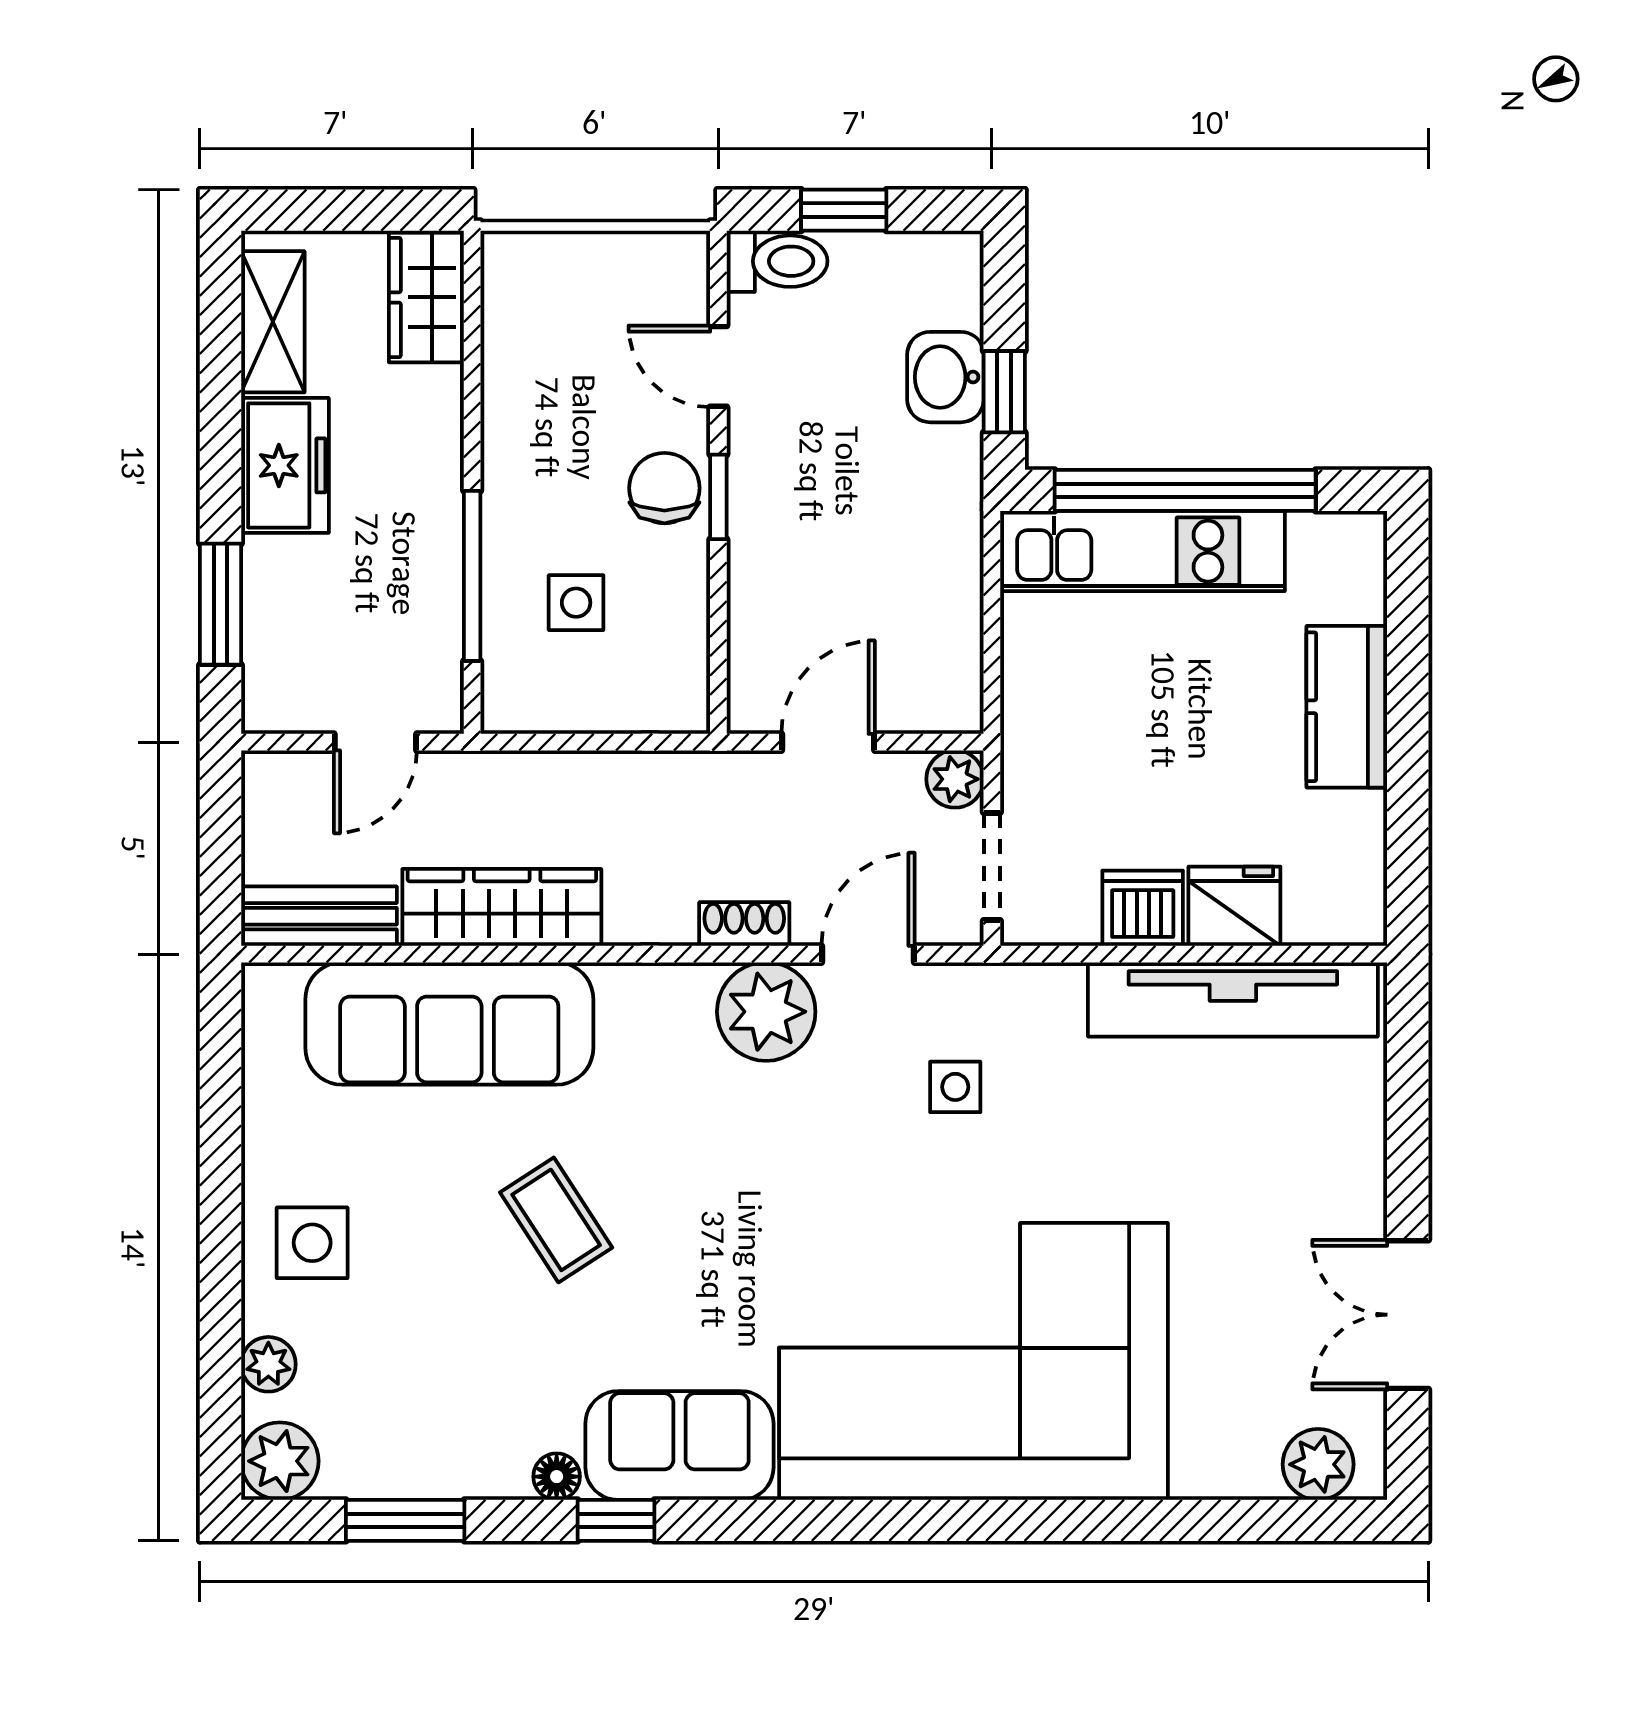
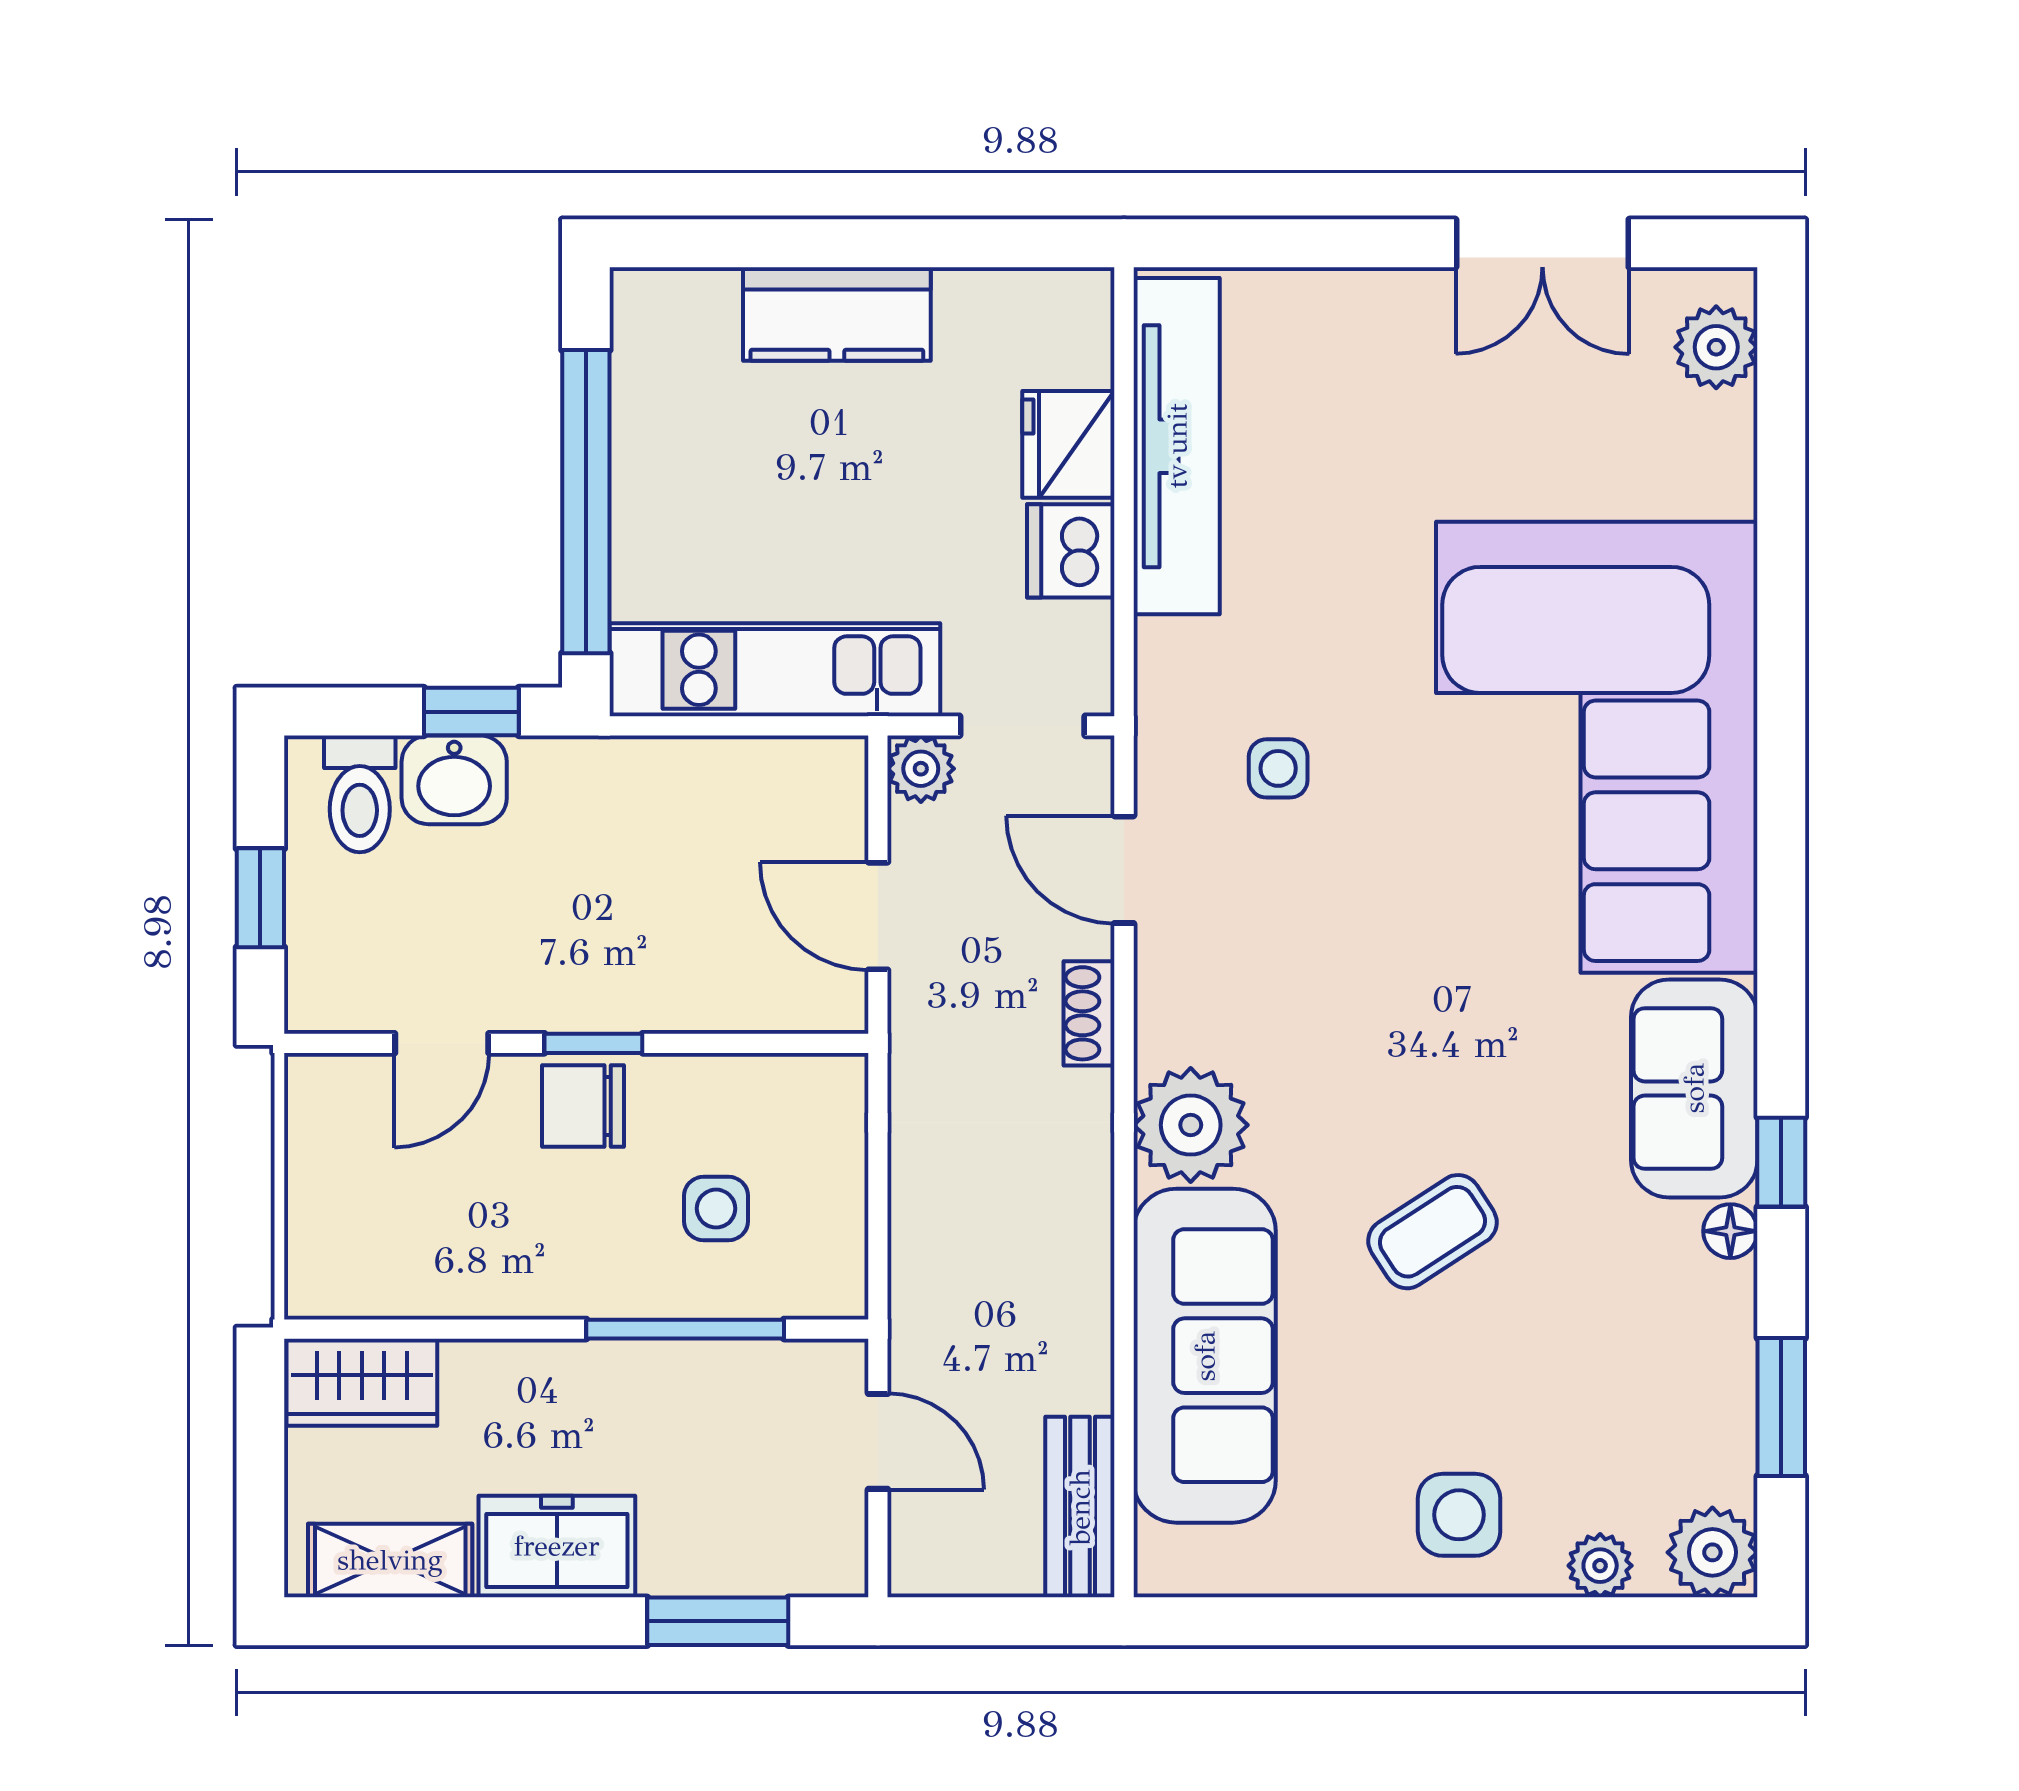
toilet: (777, 261) -> (360, 794), moved, turned 180
kitchen unit: (1143, 551) -> (775, 670), moved, turned -90
wardrobe: (502, 907) -> (1070, 1295), removed
plant: (766, 1012) -> (1191, 1125), moved

